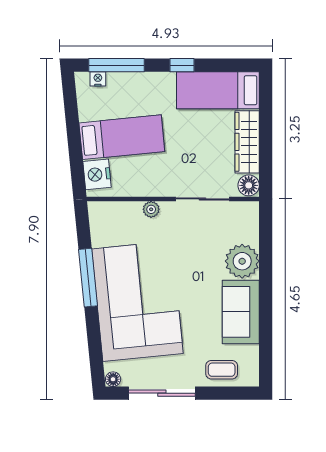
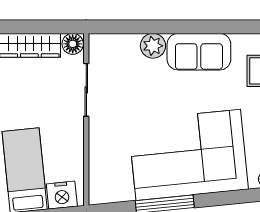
plant: (151, 209) -> (97, 141), removed
plant: (242, 261) -> (153, 46), width x0.73, depth x0.73

